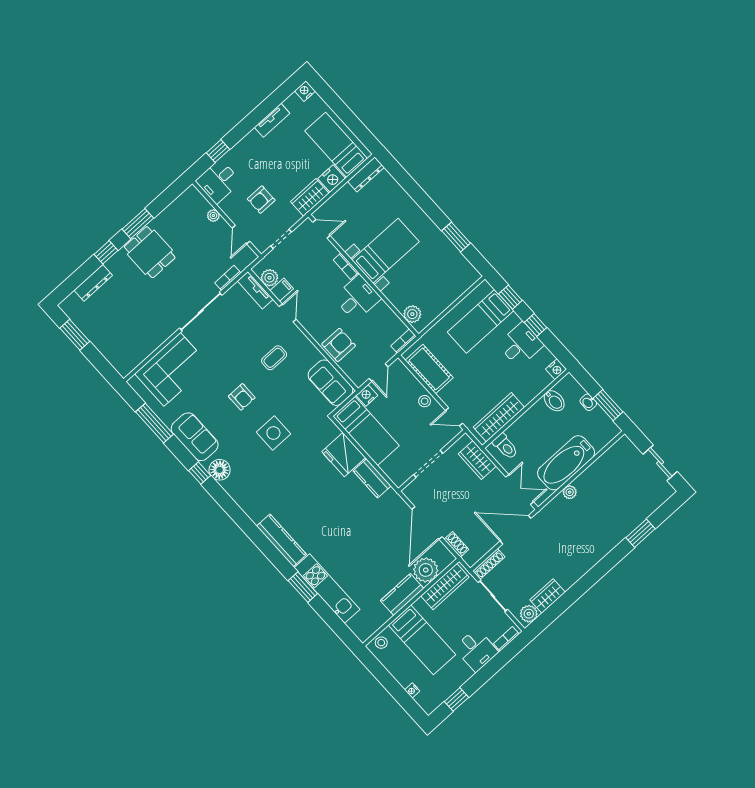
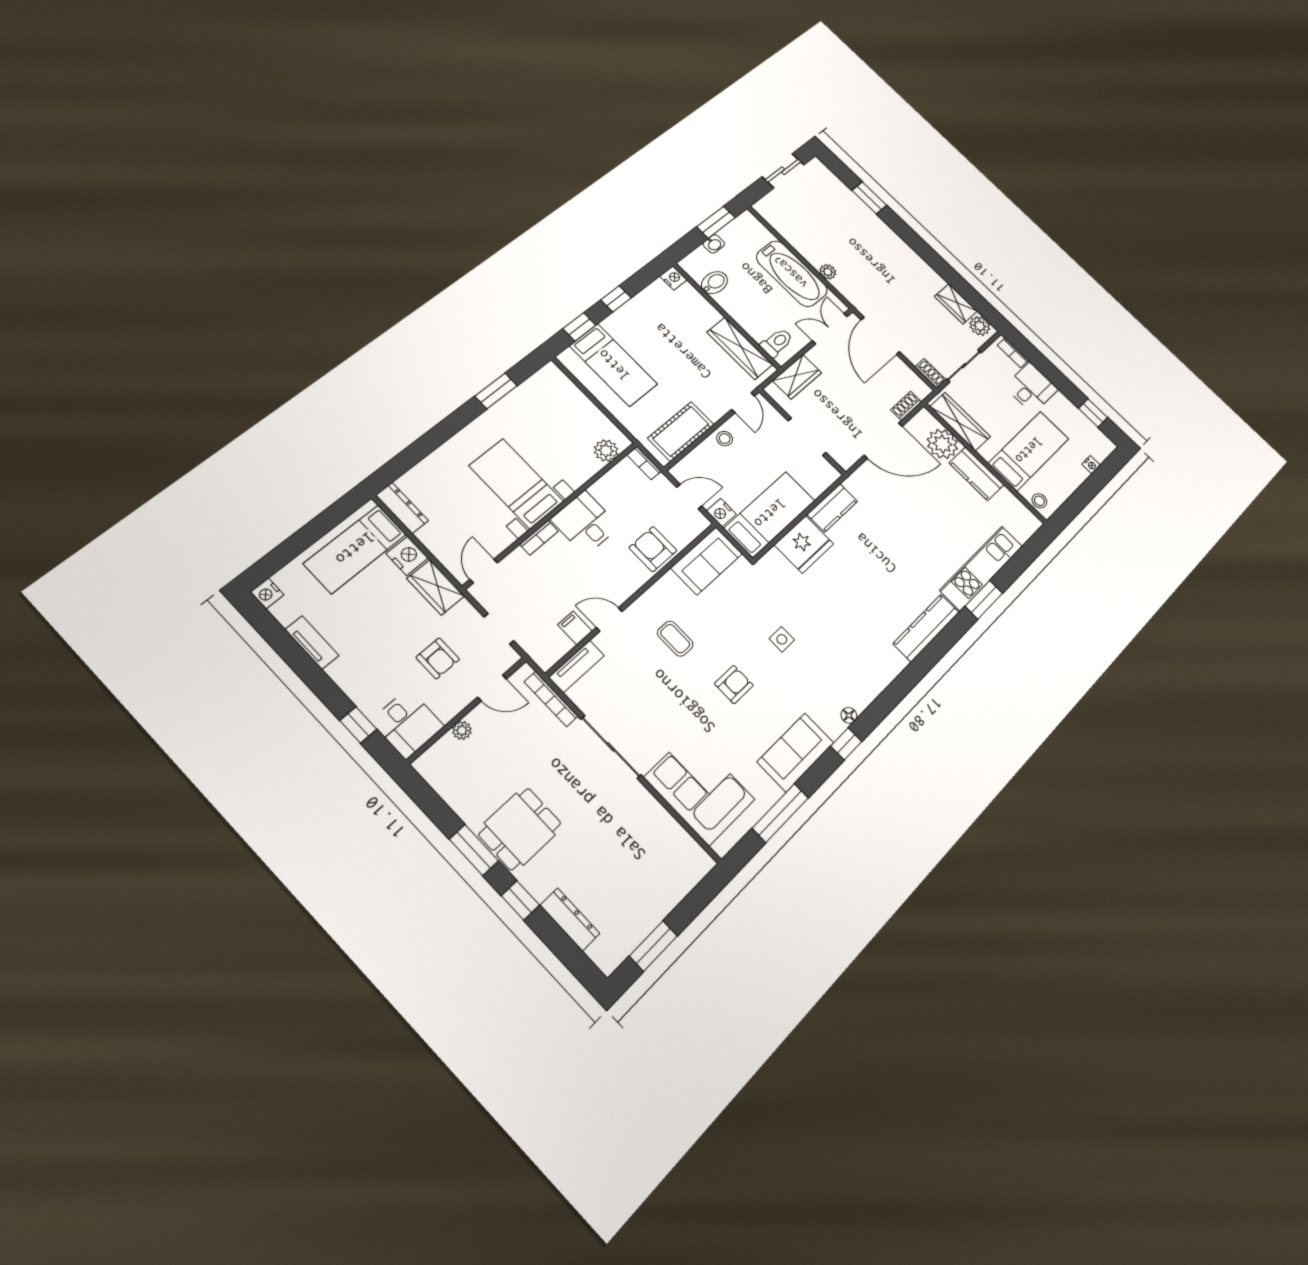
bookcase: (228, 278) -> (551, 699), width x1.56
plant: (269, 278) -> (558, 646), removed
desk: (521, 345) -> (643, 318), removed
side table: (273, 433) -> (782, 639), width x0.54, depth x0.54
floor lamp: (220, 470) -> (849, 715), width x0.53, depth x0.53
shoe rack: (489, 564) -> (930, 373), width x0.70

